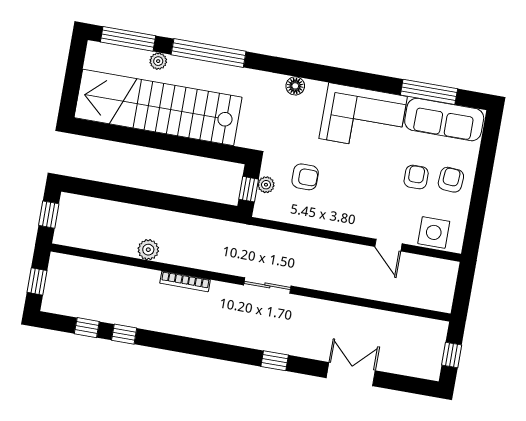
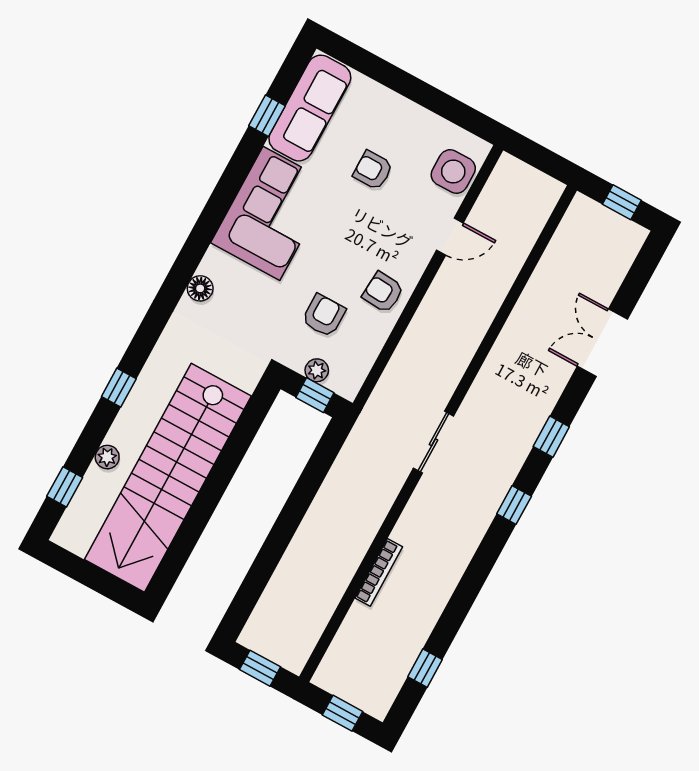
window: (128, 39) -> (65, 487), width x0.46
window: (209, 53) -> (119, 388), width x0.32
window: (429, 92) -> (267, 116), width x0.46
armchair: (451, 180) -> (383, 292), moved
plant: (148, 250) -> (350, 553), removed
bookcase: (185, 281) -> (379, 572), moved
sliding door: (267, 285) -> (433, 442), moved
window: (124, 334) -> (514, 505), moved

